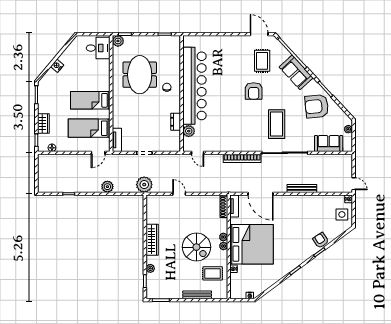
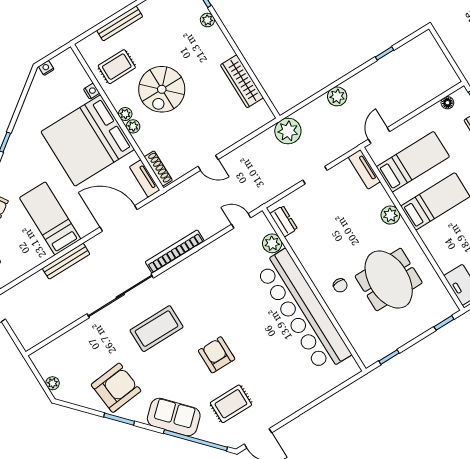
plant: (118, 41) -> (390, 215), moved
rug: (262, 61) -> (231, 404), turned 90
dresser: (176, 122) -> (284, 221), moved
coffee table: (277, 124) -> (157, 329), turned 90
sofa: (329, 143) -> (68, 346), removed
door: (179, 194) -> (208, 163), moved
bed: (296, 216) -> (50, 218), added
wardrobe: (152, 240) -> (242, 81), moved
spiral stairs: (196, 247) -> (162, 89), turned -90

